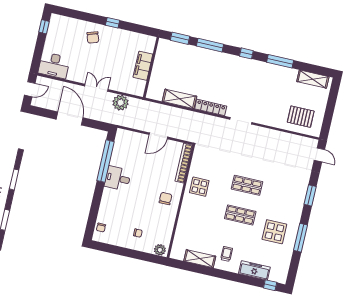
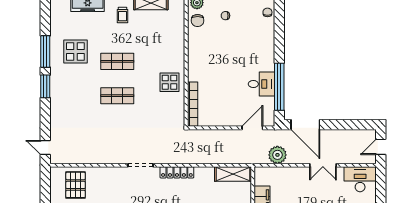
double door: (96, 88) -> (323, 165), moved
shelving: (179, 99) -> (233, 174), moved
pallet: (301, 117) -> (76, 185), turned 90
door: (70, 118) -> (305, 125), moved
door: (158, 136) -> (252, 128), moved
desk: (118, 178) -> (261, 84), moved
window: (310, 195) -> (45, 86), moved
chair: (166, 199) -> (198, 21), moved

